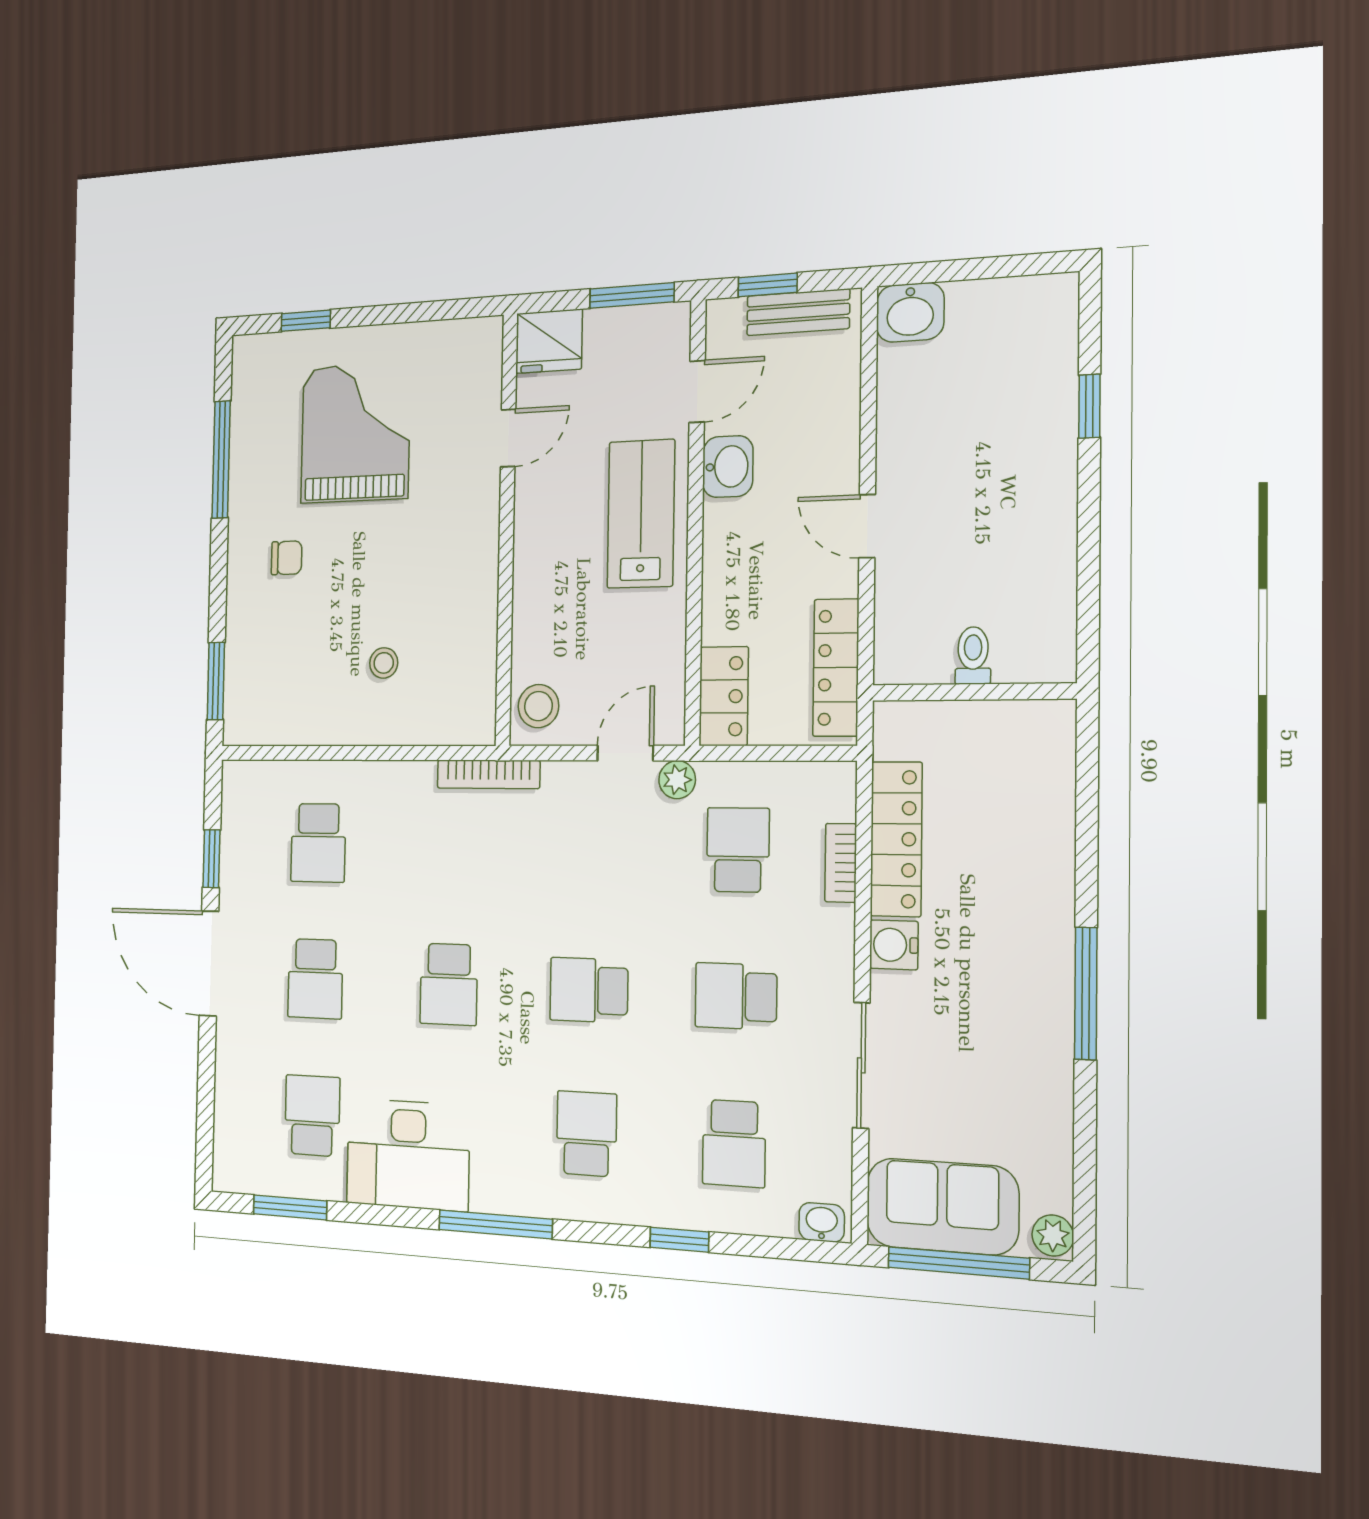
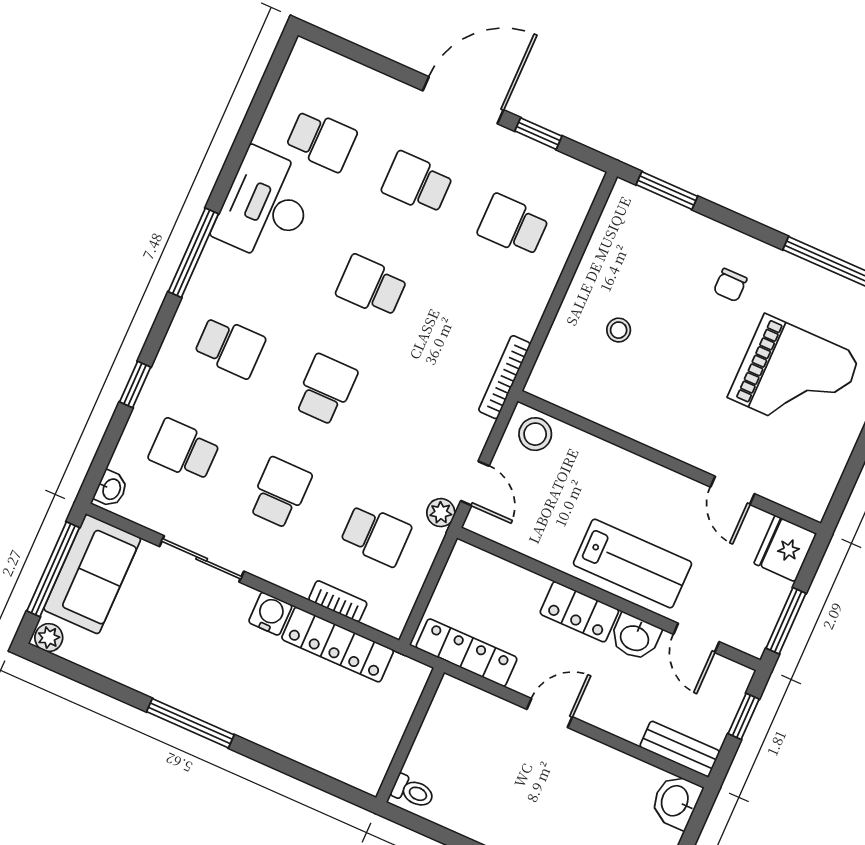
bench: (798, 312) -> (680, 749), moved, turned 90
toilet: (973, 656) -> (413, 792), moved
locker: (724, 696) -> (579, 612), moved
window: (290, 1207) -> (263, 95), removed

